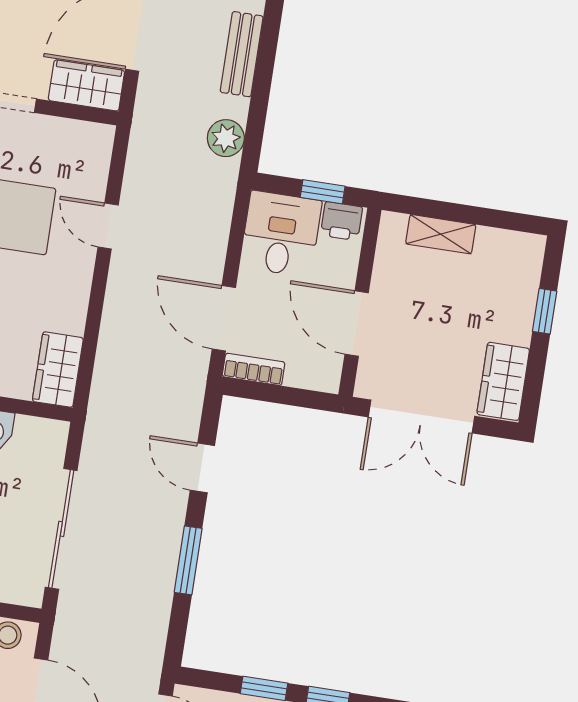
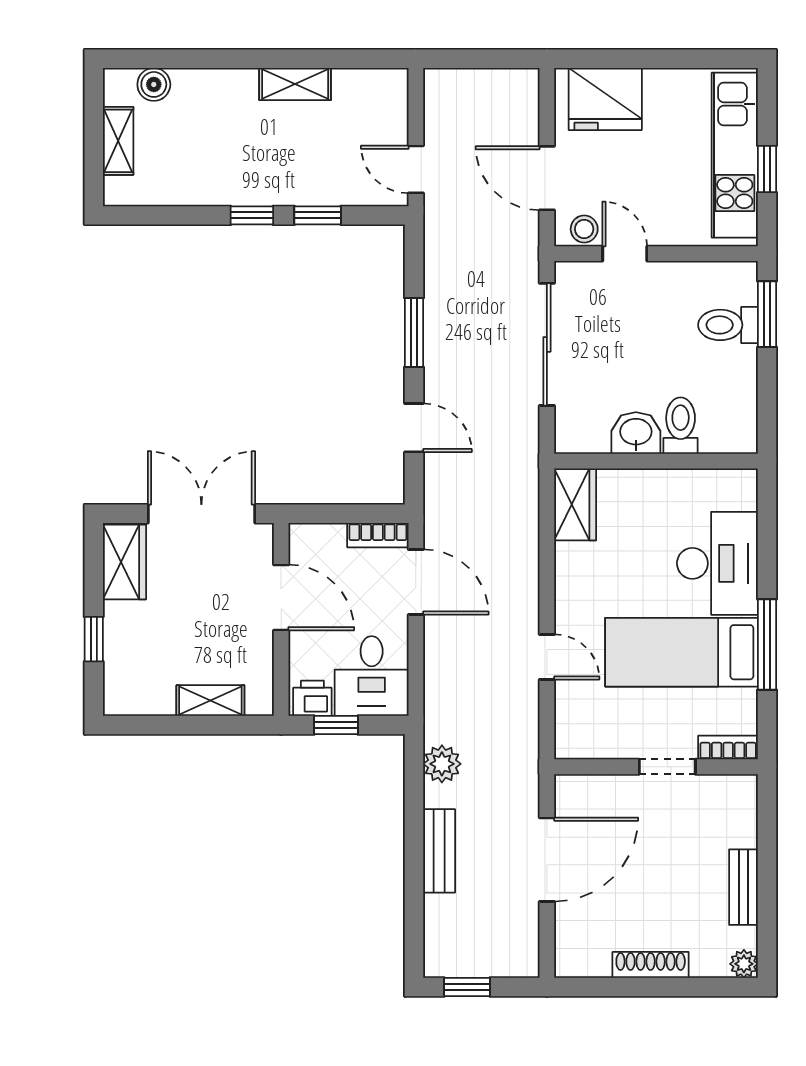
wardrobe: (86, 85) -> (591, 795), removed

